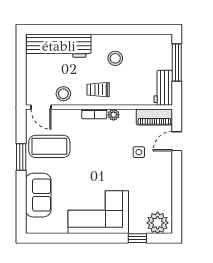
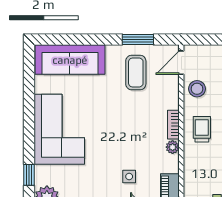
coffee table: (49, 146) -> (136, 72), width x0.73, depth x0.76
window: (21, 157) -> (138, 40), moved
sofa: (38, 195) -> (70, 60), width x1.36

